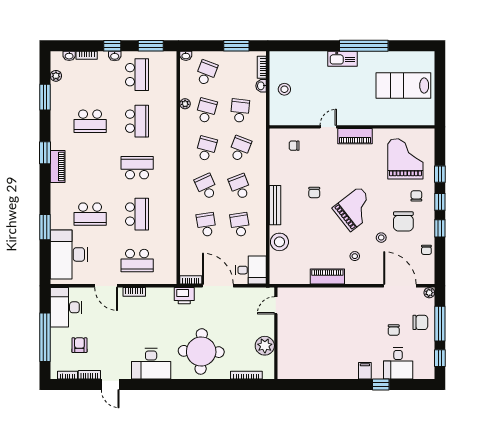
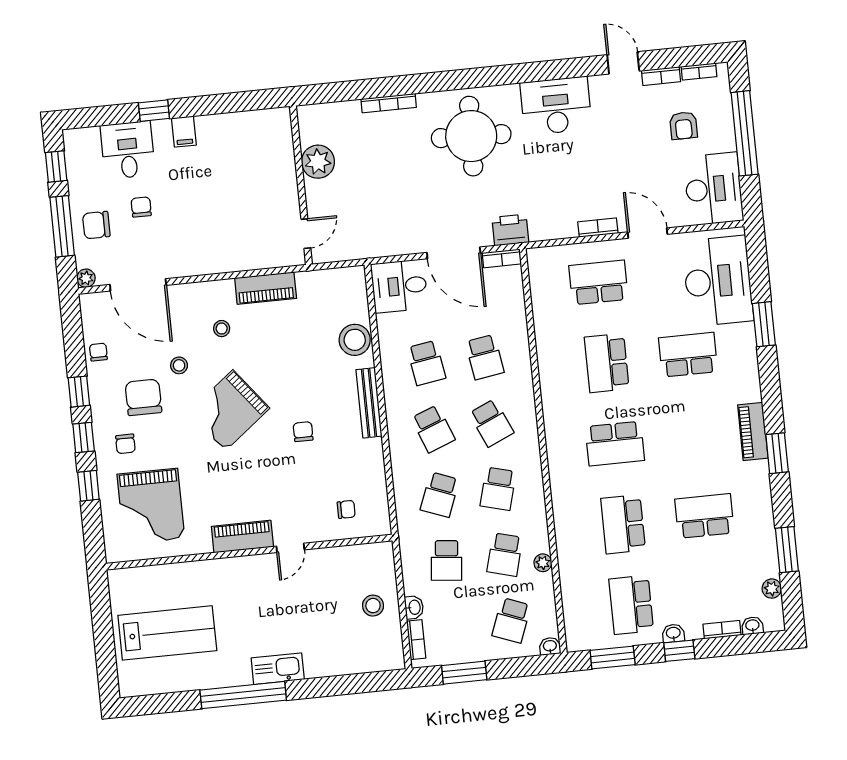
door: (276, 305) -> (306, 234), moved
wall: (276, 333) -> (301, 185), moved
plant: (265, 346) -> (318, 162), moved

